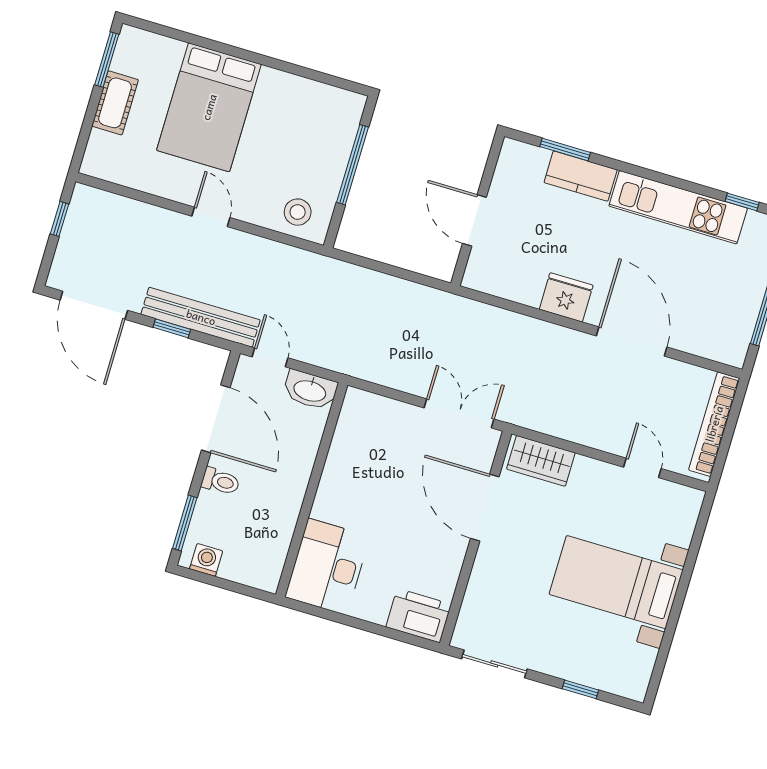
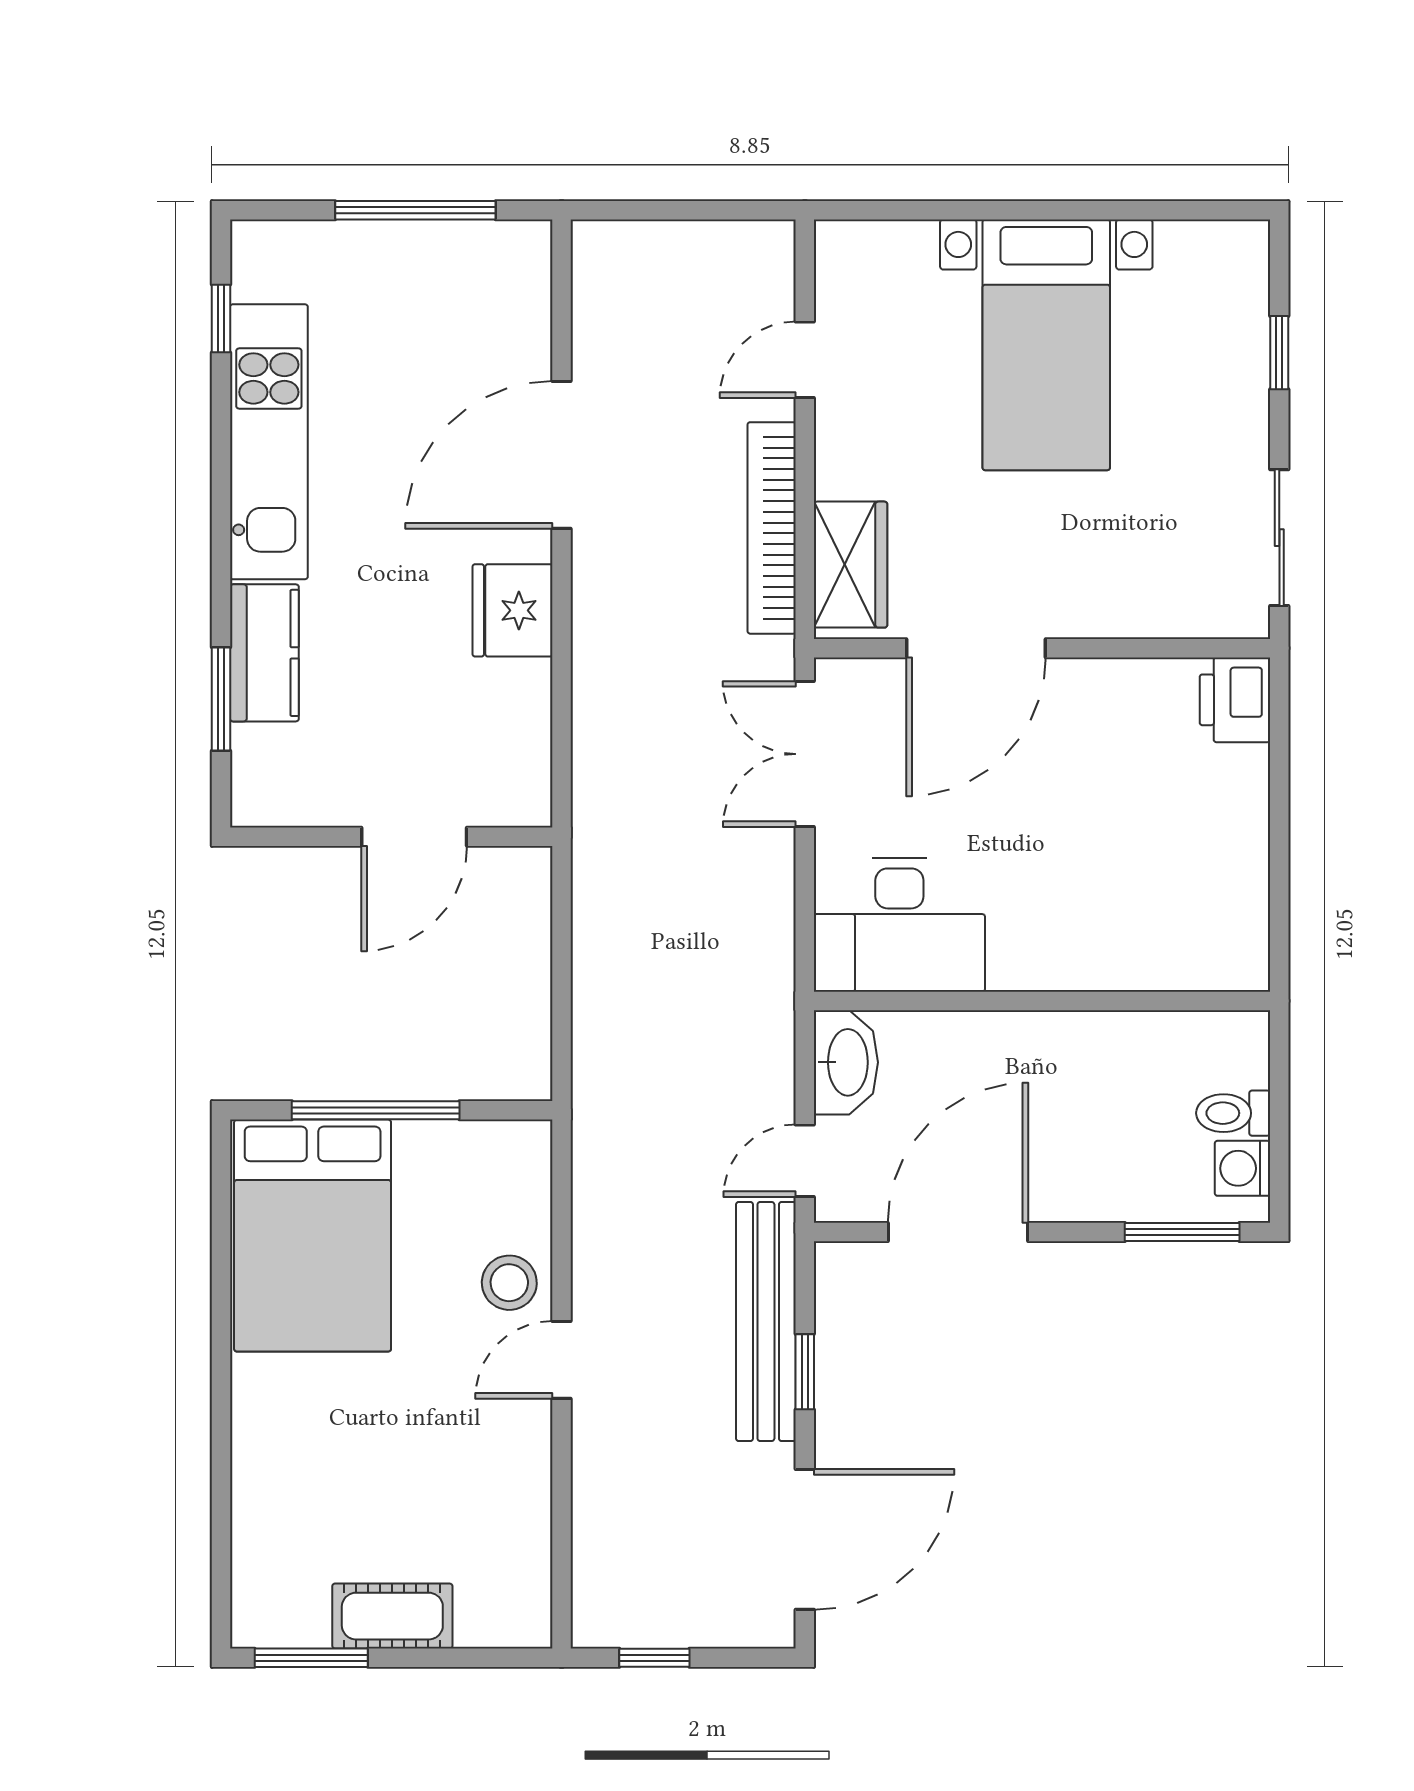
bed: (209, 107) -> (313, 1236), moved, turned 90
stool: (298, 212) -> (509, 1283), moved
bookcase: (714, 424) -> (772, 528), moved, turned 90
toilet: (221, 481) -> (1233, 1113), moved, turned -90
desk: (327, 567) -> (899, 925), moved
printer: (419, 616) -> (1235, 700), width x0.73, depth x0.84

